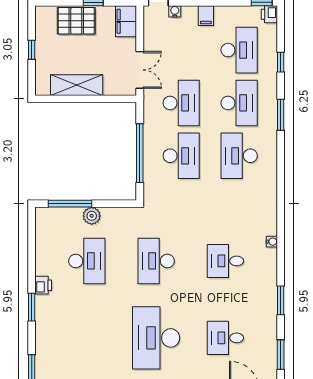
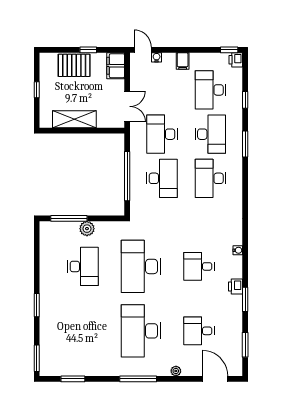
desk: (239, 50) -> (210, 90), turned 180
desk: (181, 103) -> (162, 134), turned 180
desk: (156, 261) -> (141, 266), width x1.36, depth x1.30
printer: (43, 285) -> (236, 287), moved, turned 180

